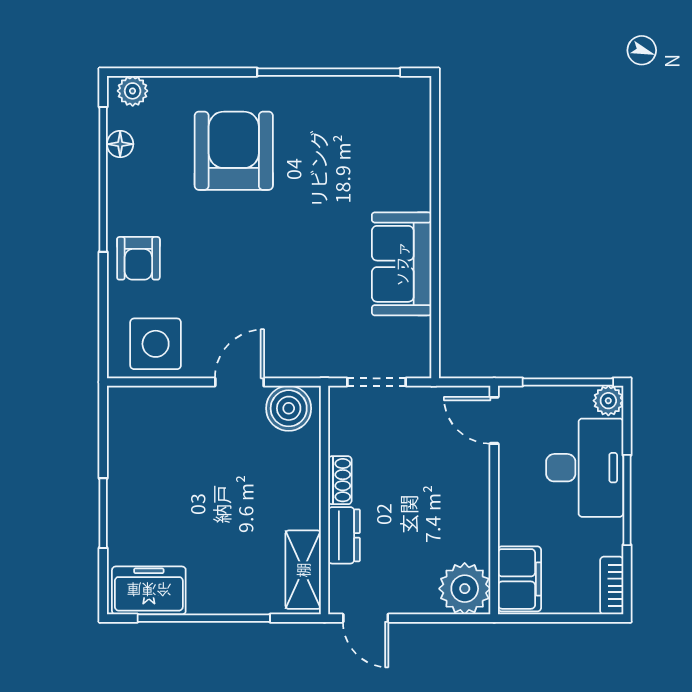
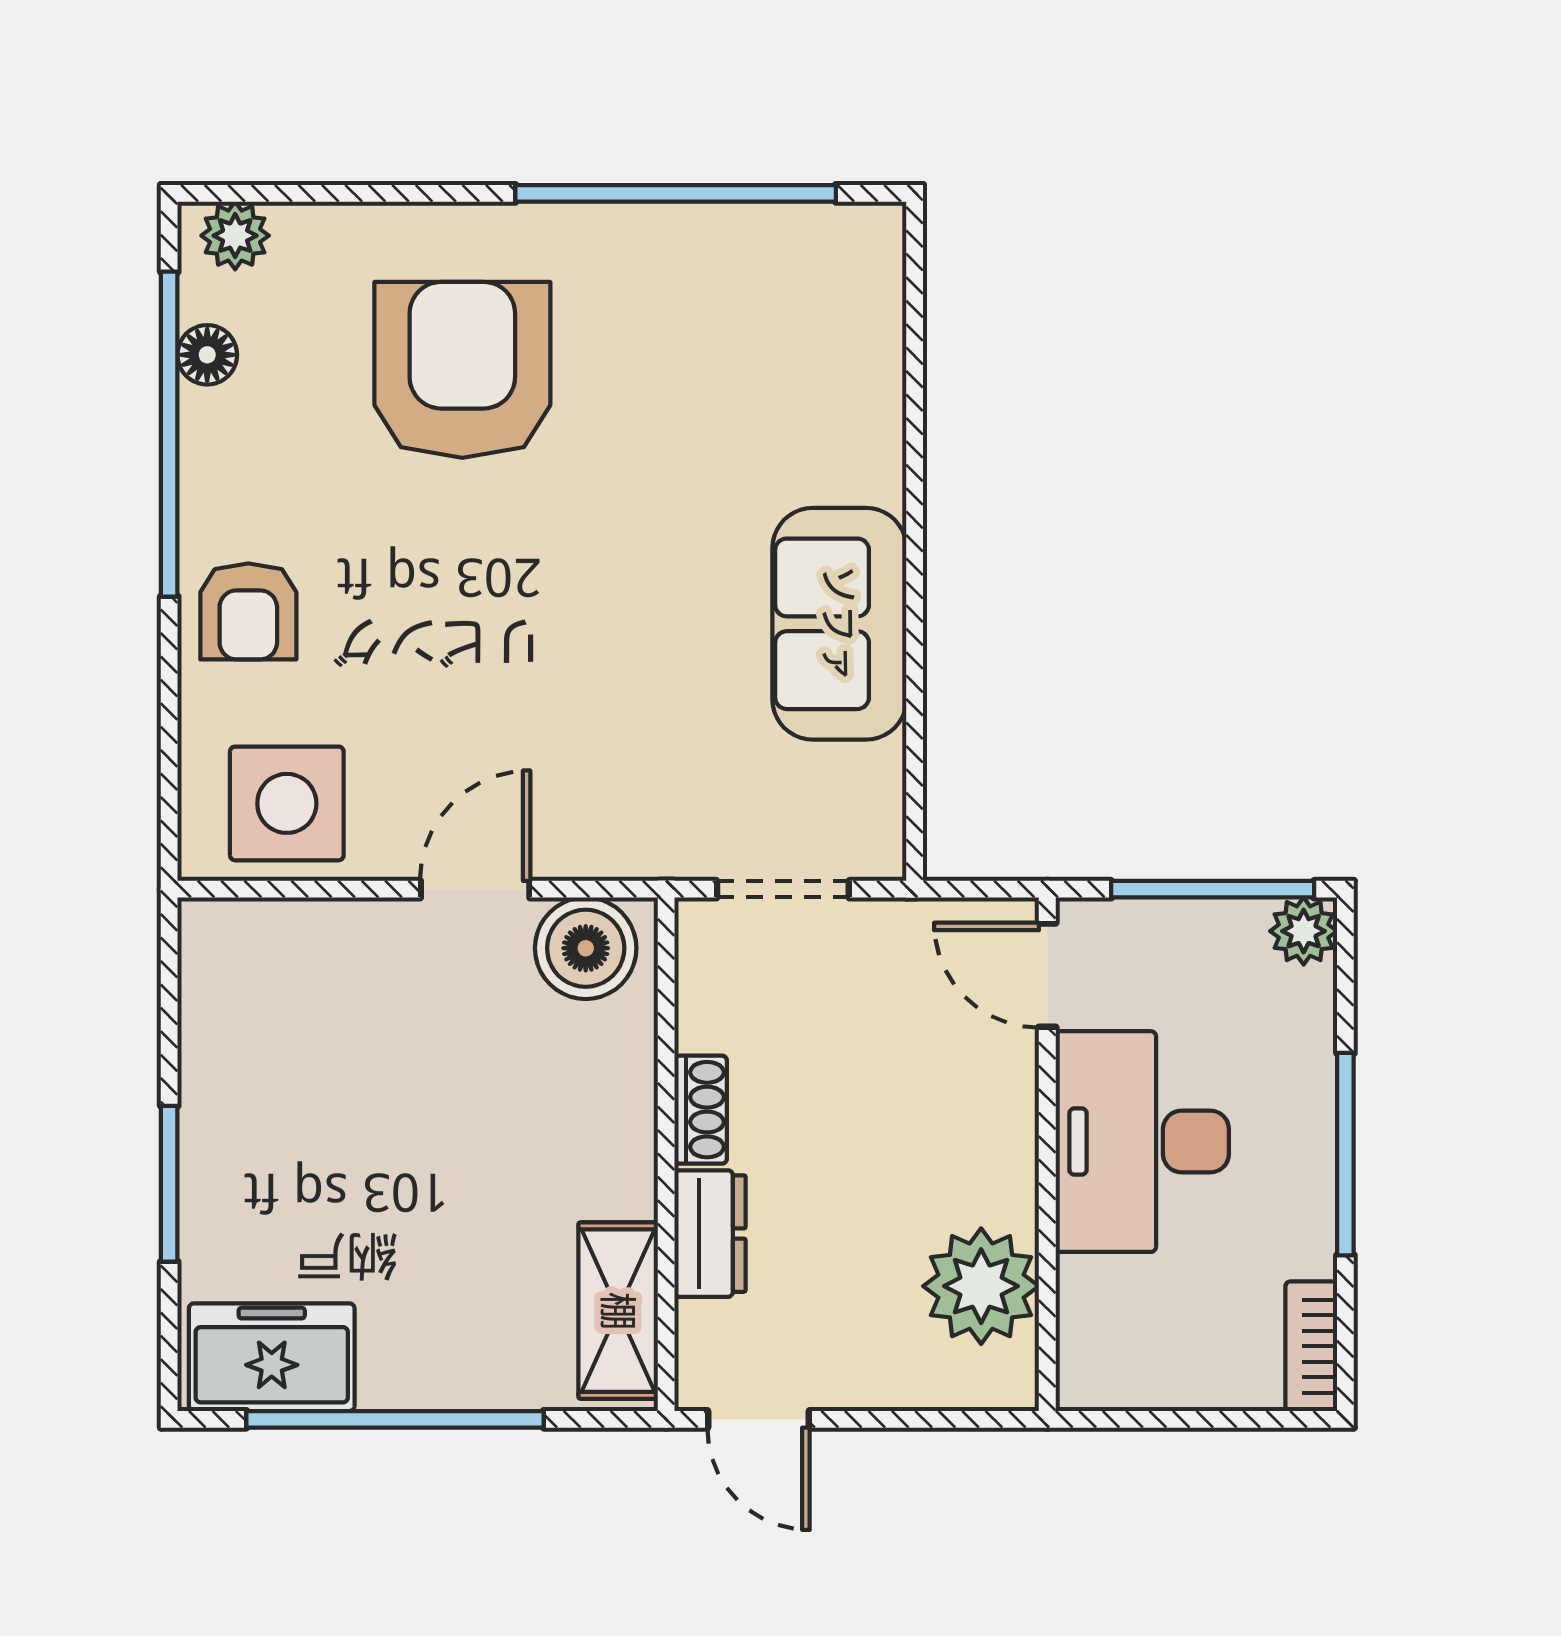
desk: (585, 468) -> (1142, 1142), moved, turned 180
filing cabinet: (520, 579) -> (1104, 1331), removed
plant: (465, 589) -> (981, 1286), moved

